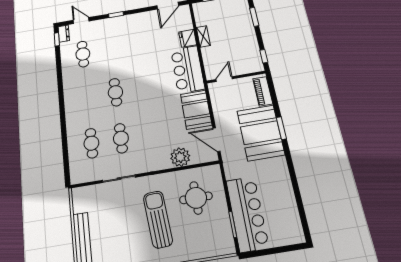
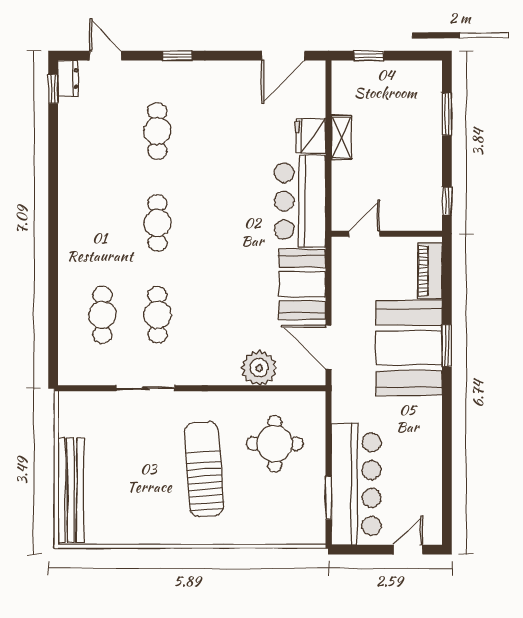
cafe table: (83, 54) -> (157, 131), moved
door: (286, 249) -> (408, 550), added

